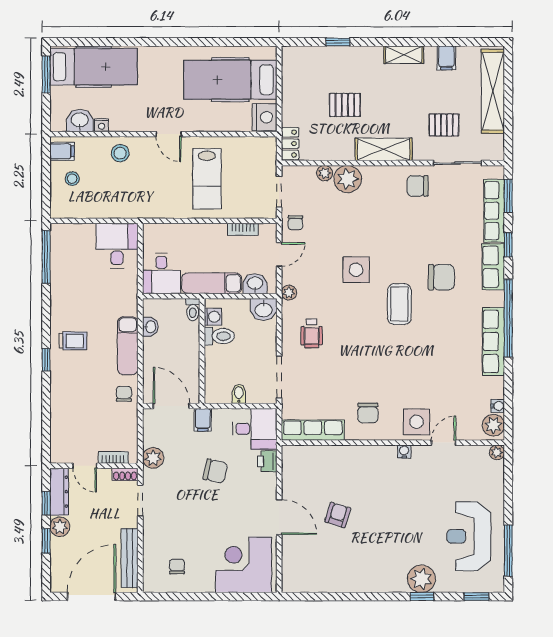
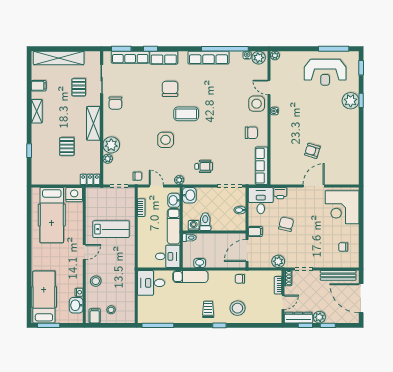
window: (508, 318) -> (225, 49), moved
exam couch: (128, 346) -> (190, 277), moved
stool: (75, 390) -> (237, 308), added

